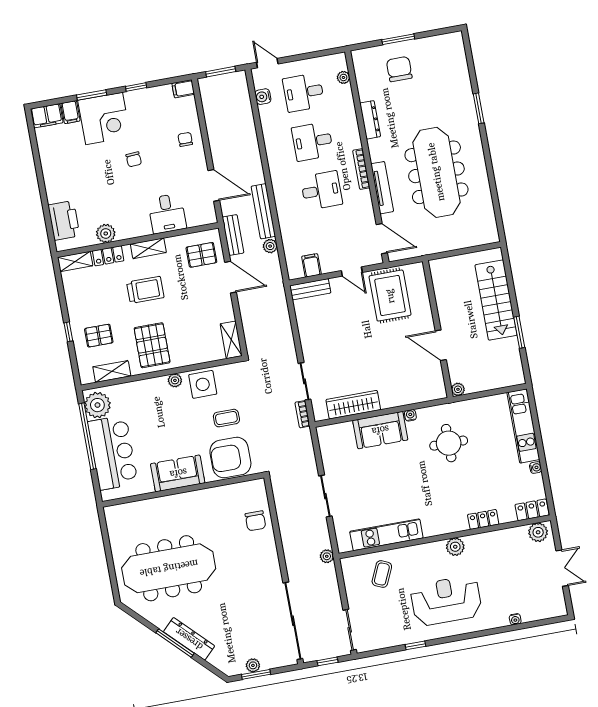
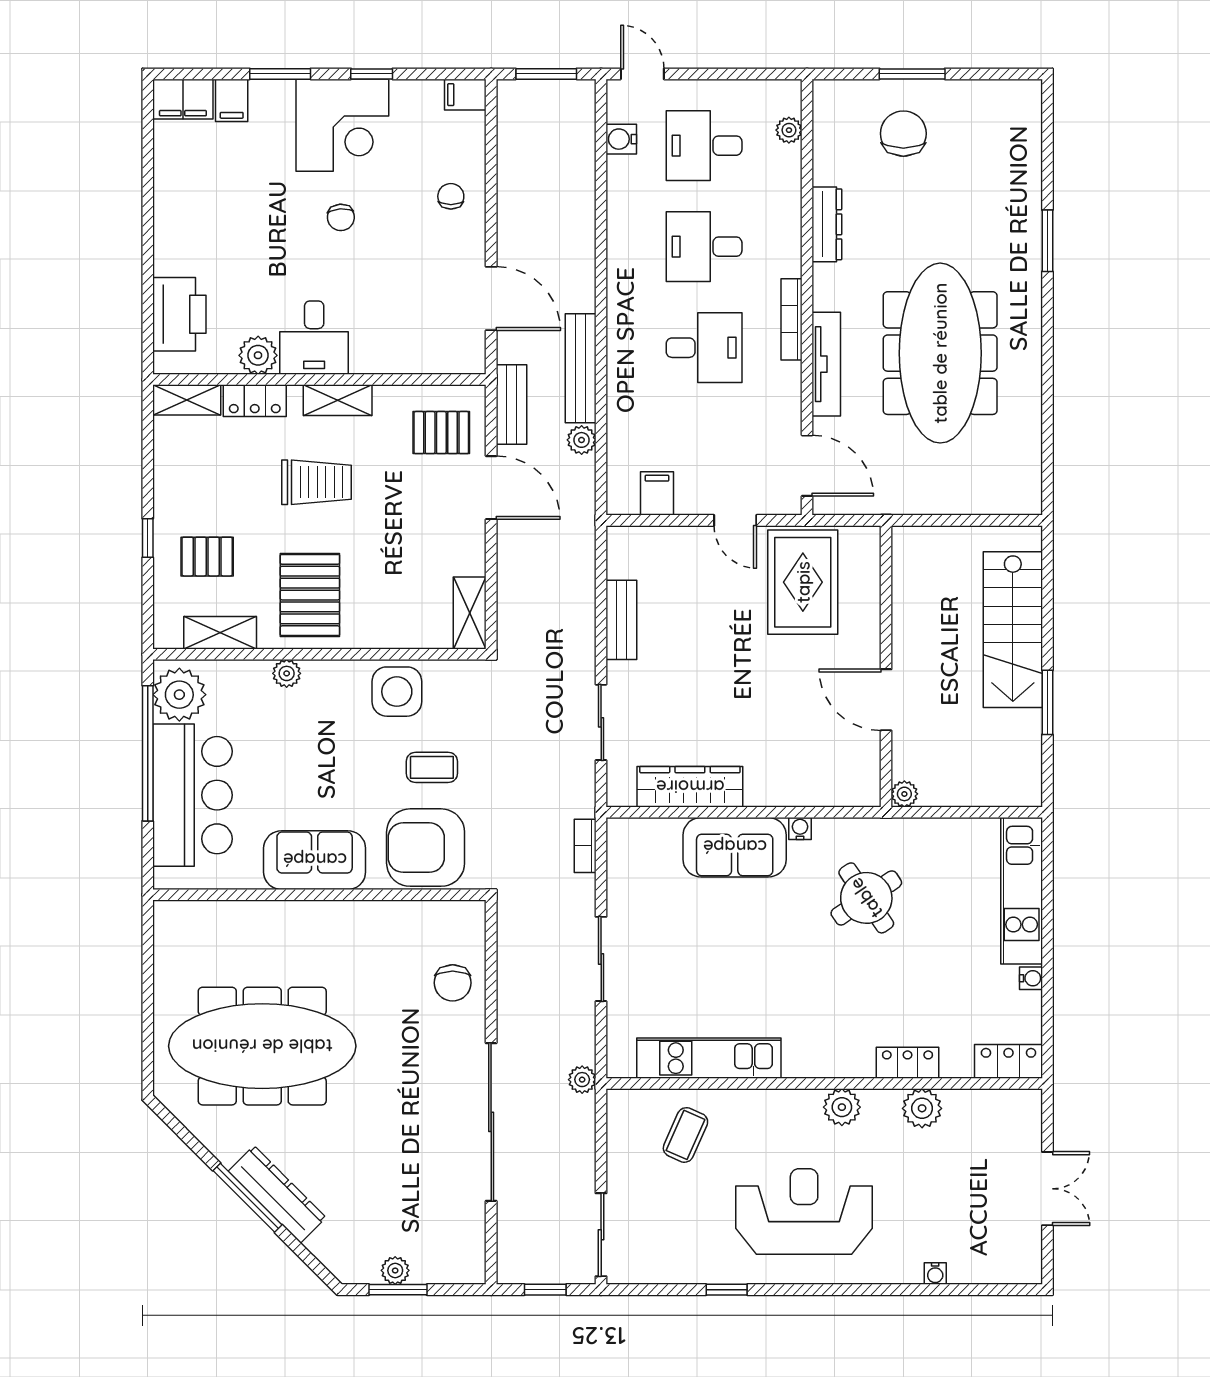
corner desk: (104, 119) -> (342, 125), moved
desk: (167, 213) -> (314, 338), moved
bench: (310, 289) -> (621, 620), moved, turned 90
plant: (175, 380) -> (287, 673), moved
bookcase: (303, 414) -> (585, 846), moved
round table: (449, 443) -> (866, 898), turned -34
plant: (538, 532) -> (922, 1108), moved
sliding door: (293, 621) -> (491, 1122), moved

